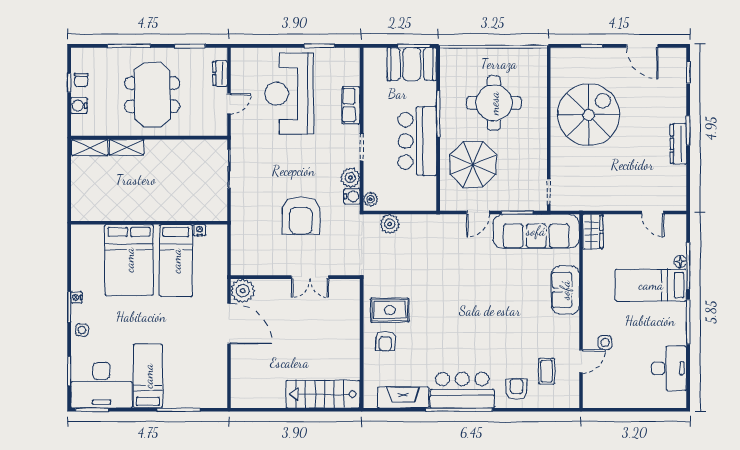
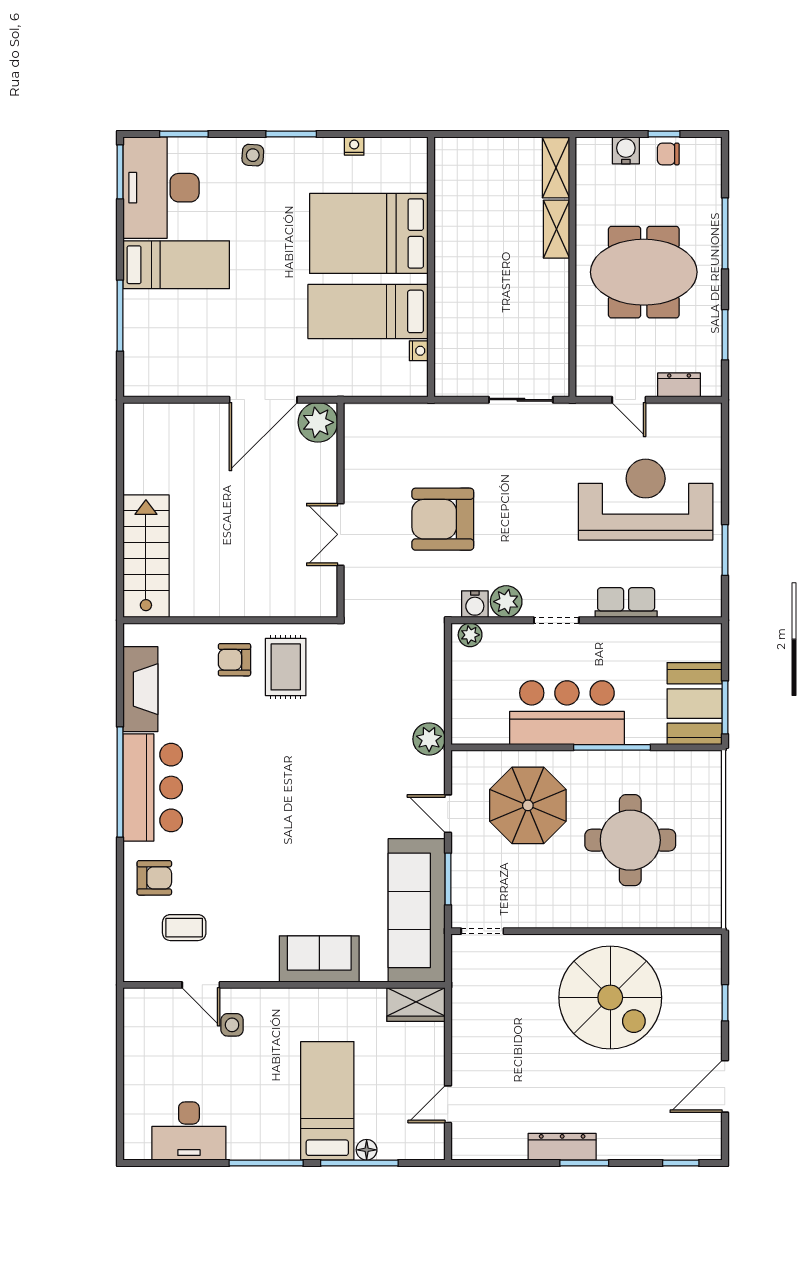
plant: (390, 224) -> (429, 739), moved
nightstand: (76, 297) -> (354, 146), moved

